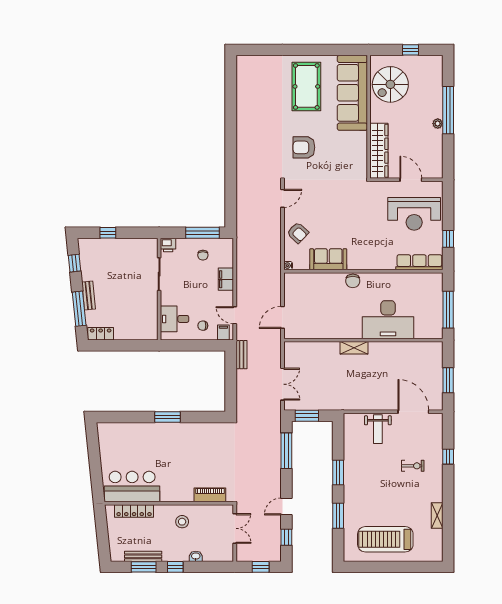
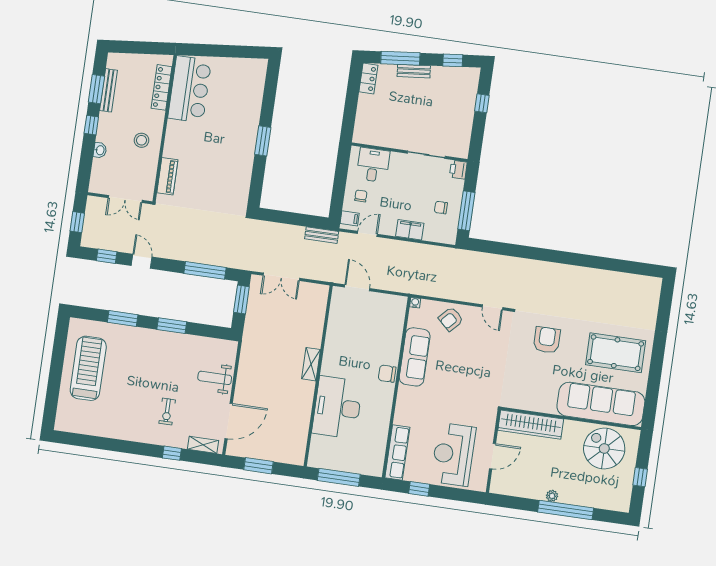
sofa: (328, 259) -> (415, 357), width x1.36
shelving: (437, 516) -> (203, 445), moved

